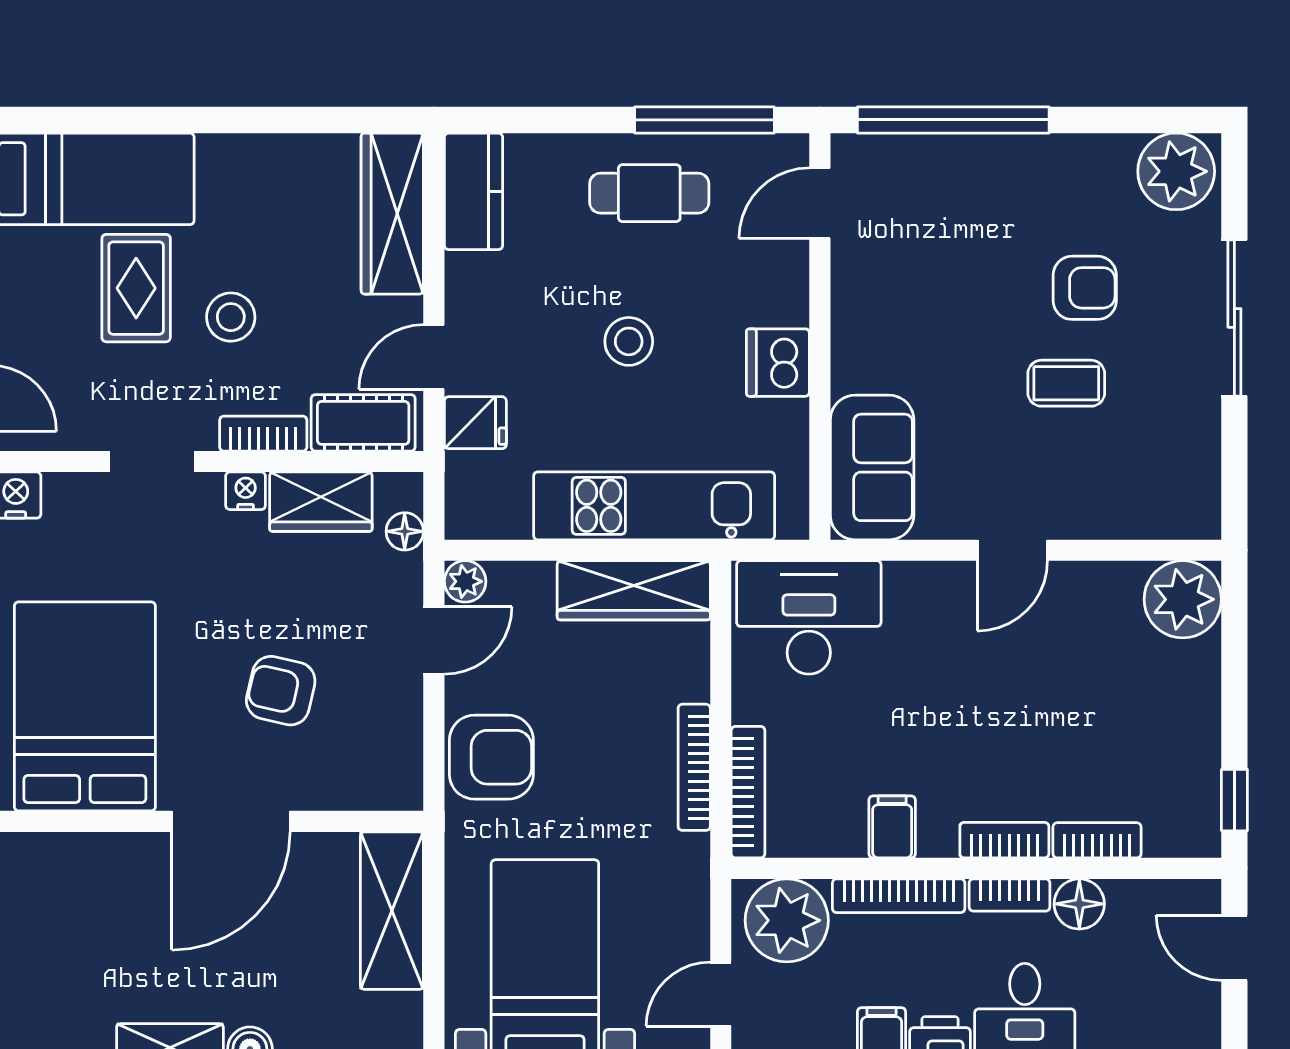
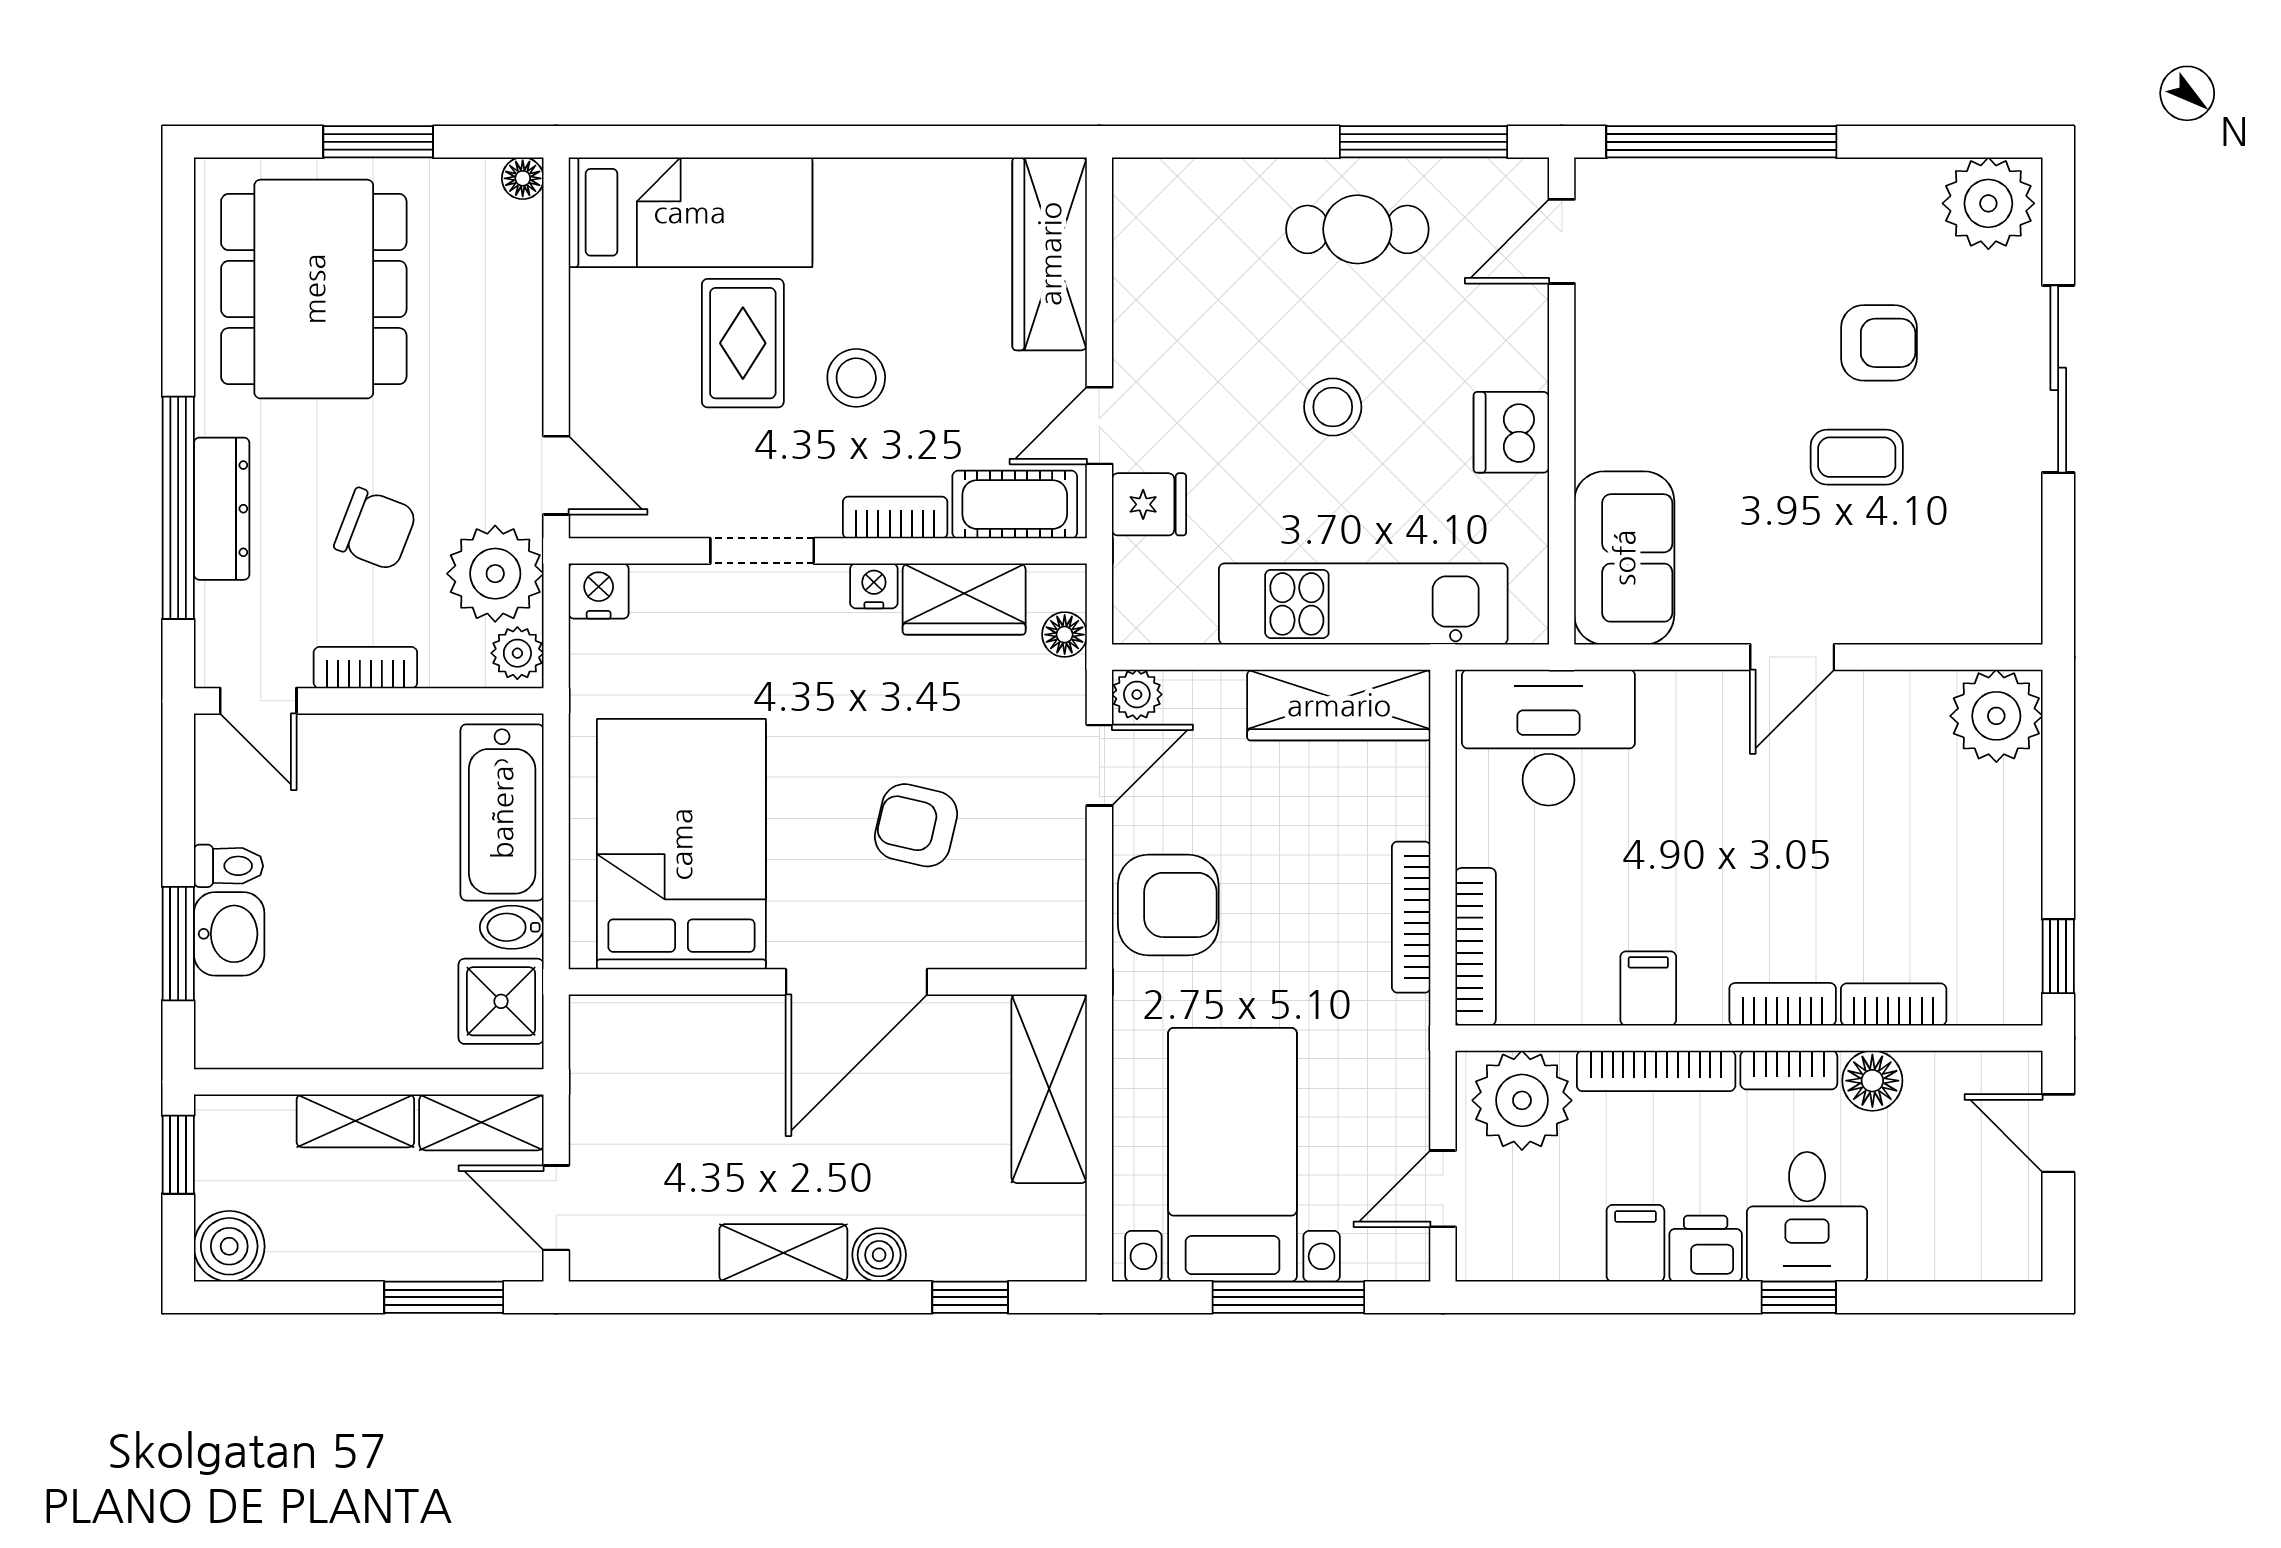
kitchen counter: (473, 191) -> (1147, 227), removed

